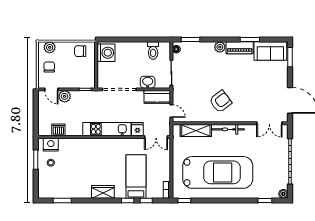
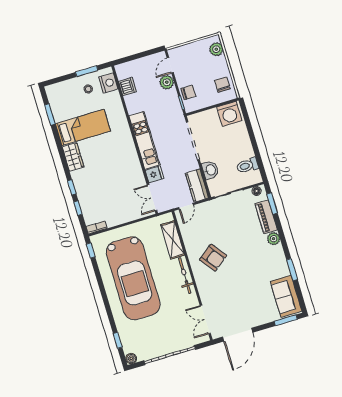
piano: (240, 48) -> (266, 217), moved
chair: (49, 67) -> (188, 92), moved
bed: (136, 177) -> (83, 127), moved

